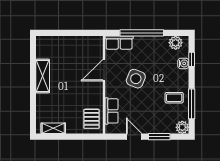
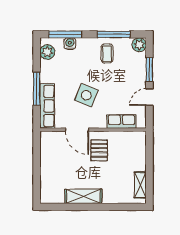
window: (142, 33) -> (37, 89), width x0.68
row of seats: (119, 43) -> (47, 106), width x1.48
window: (192, 59) -> (65, 34), width x2.17
pallet: (92, 119) -> (99, 150), moved, turned 90

